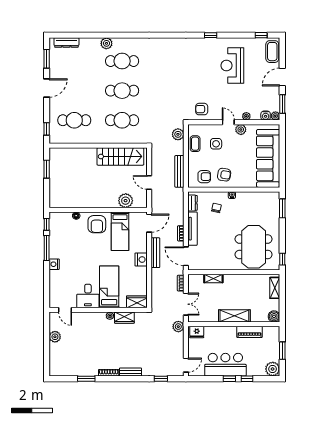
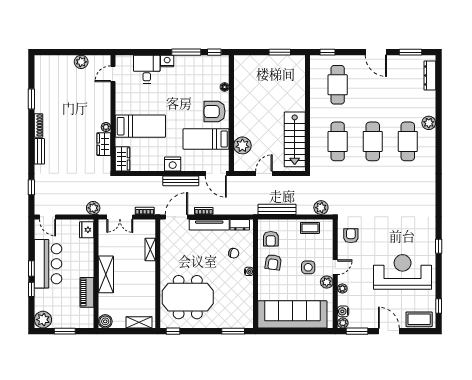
reception desk: (232, 65) -> (403, 272), width x1.36, depth x1.30
side table: (216, 144) -> (308, 267), moved
desk: (88, 296) -> (147, 69), moved, turned 90

